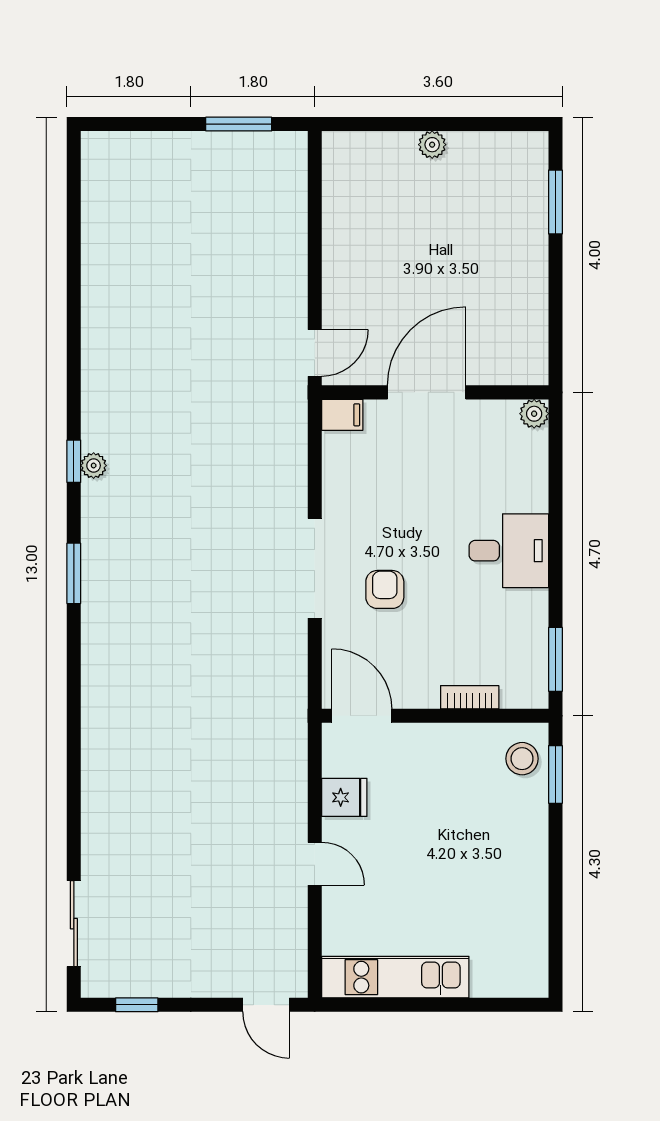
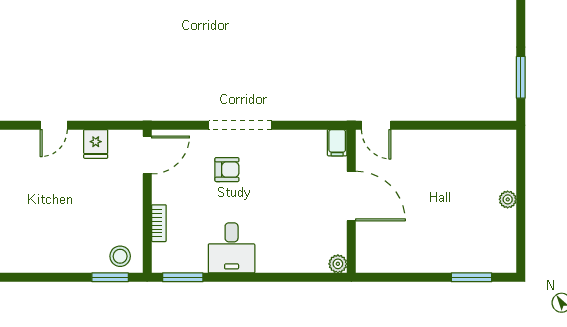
desk: (509, 551) -> (232, 248), moved

